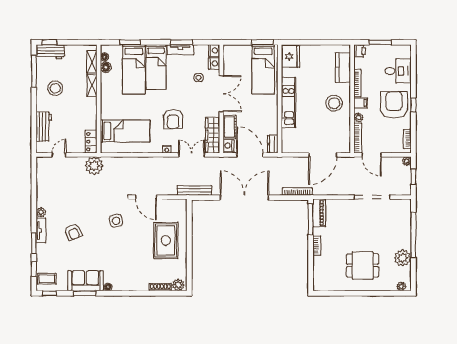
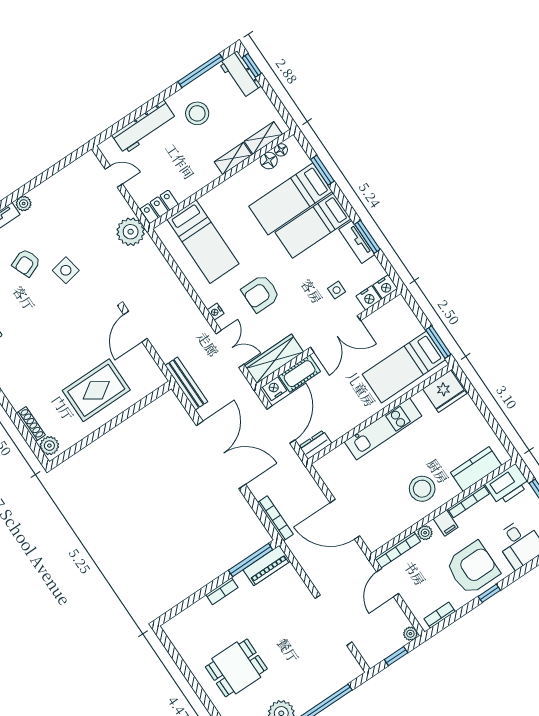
printer: (360, 51) -> (507, 485), width x1.87, depth x1.48
workbench: (44, 127) -> (144, 127), width x1.37
side table: (116, 221) -> (66, 270), moved
dining table: (363, 265) -> (236, 668), turned 90

